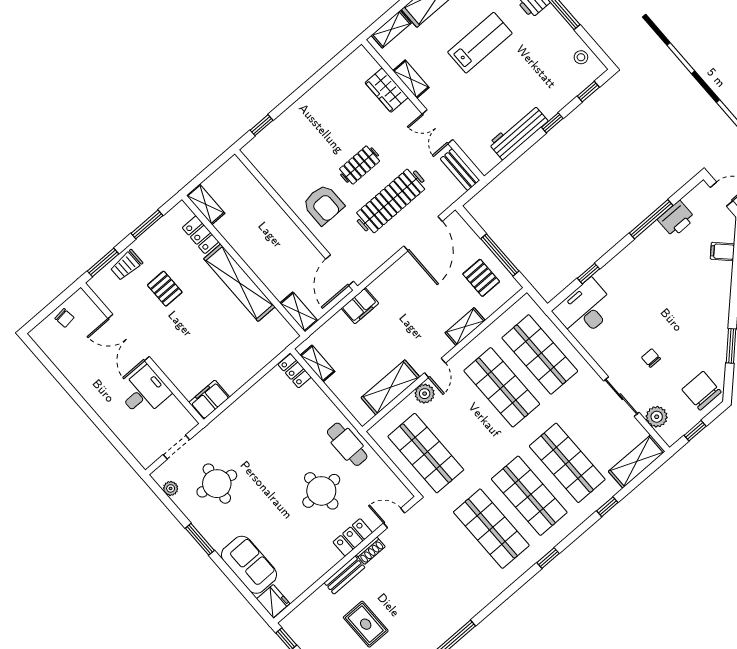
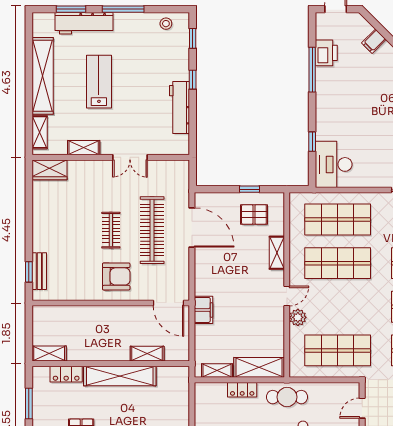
wardrobe: (387, 90) -> (50, 170), moved
bench: (460, 170) -> (39, 271), moved, turned 90
window: (500, 255) -> (250, 189), width x0.46
shelving: (299, 312) -> (147, 354), moved
door: (435, 368) -> (287, 296), hinge flipped
locker: (295, 371) -> (242, 390), moved
shelving: (390, 387) -> (259, 367), moved, turned 90

